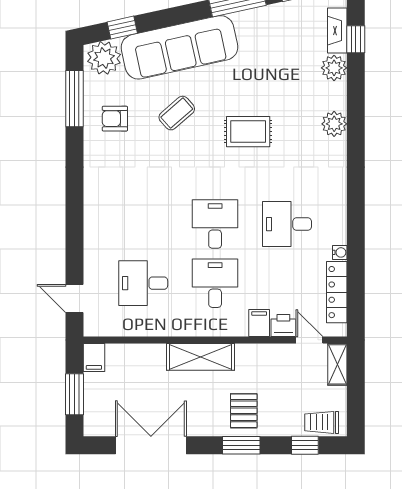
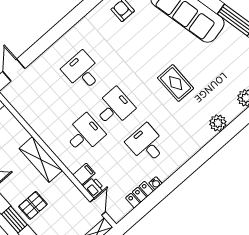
coffee table: (177, 113) -> (153, 39), removed
desk: (143, 283) -> (82, 71), moved
locker: (337, 292) -> (140, 195), width x0.66

